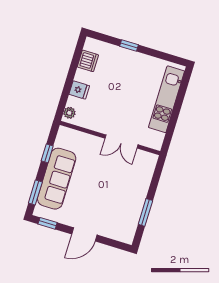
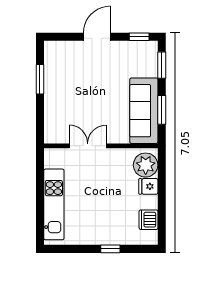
plant: (69, 113) -> (146, 165), width x1.88, depth x1.88
window: (47, 153) -> (162, 110), width x1.50
sofa: (57, 179) -> (144, 111), moved

